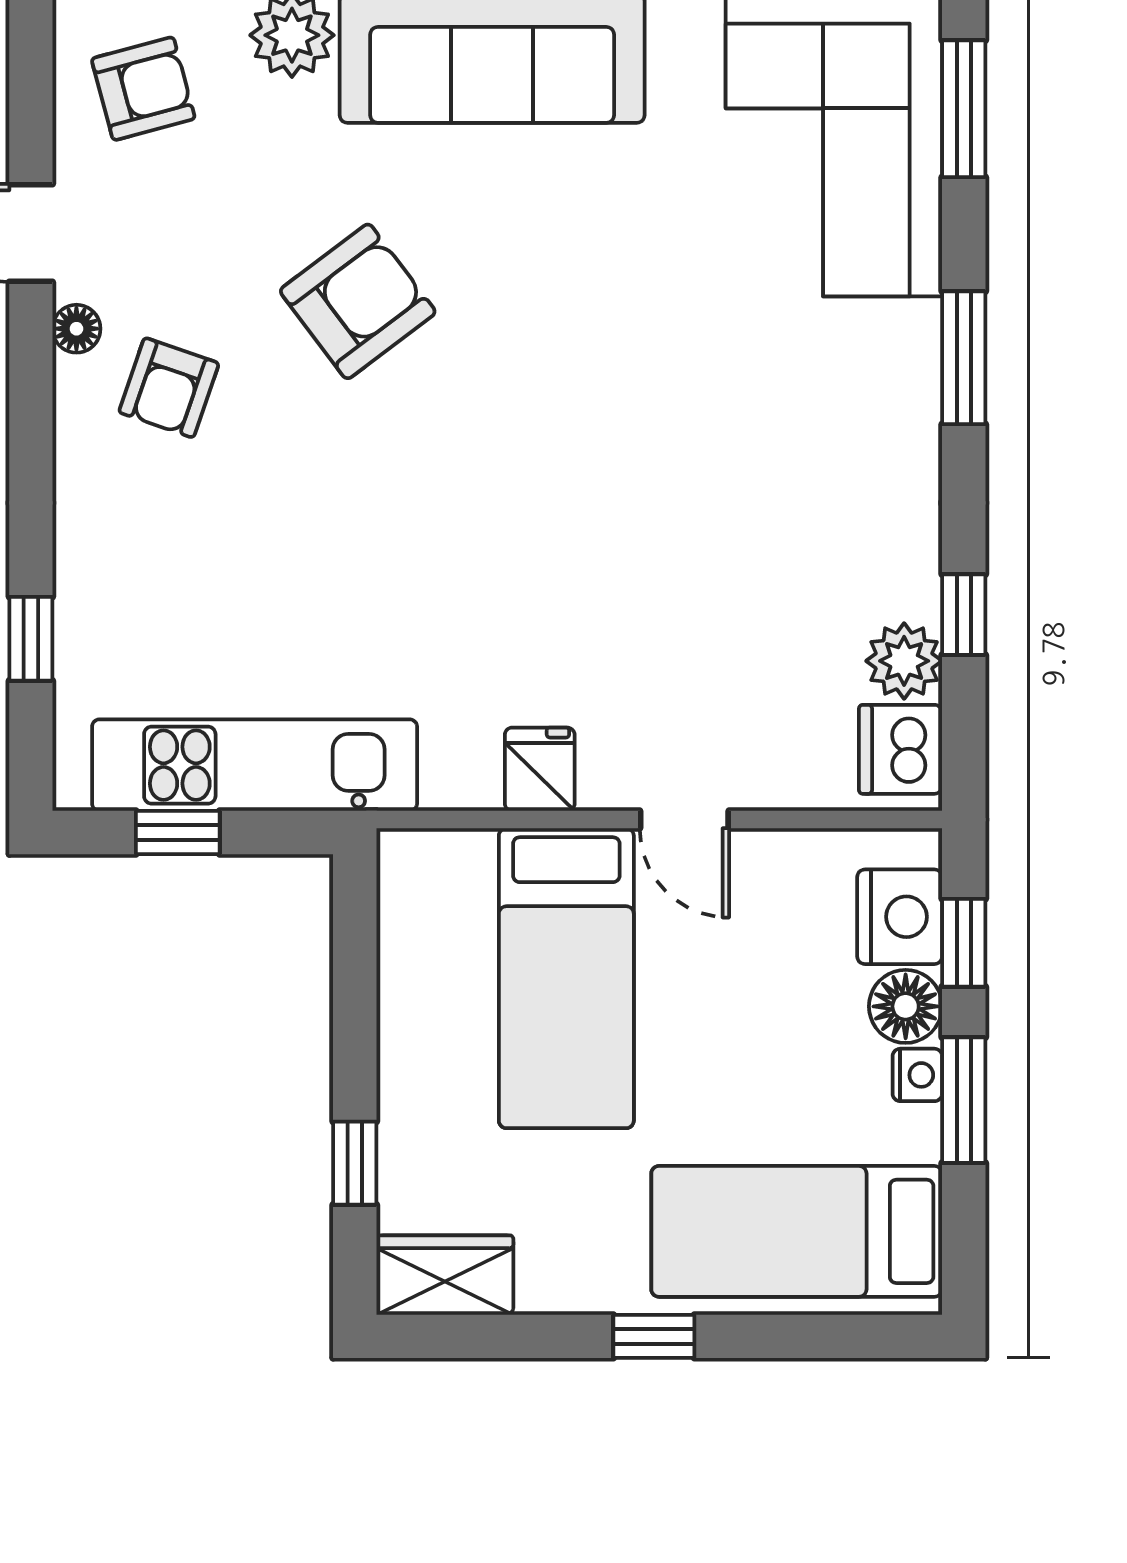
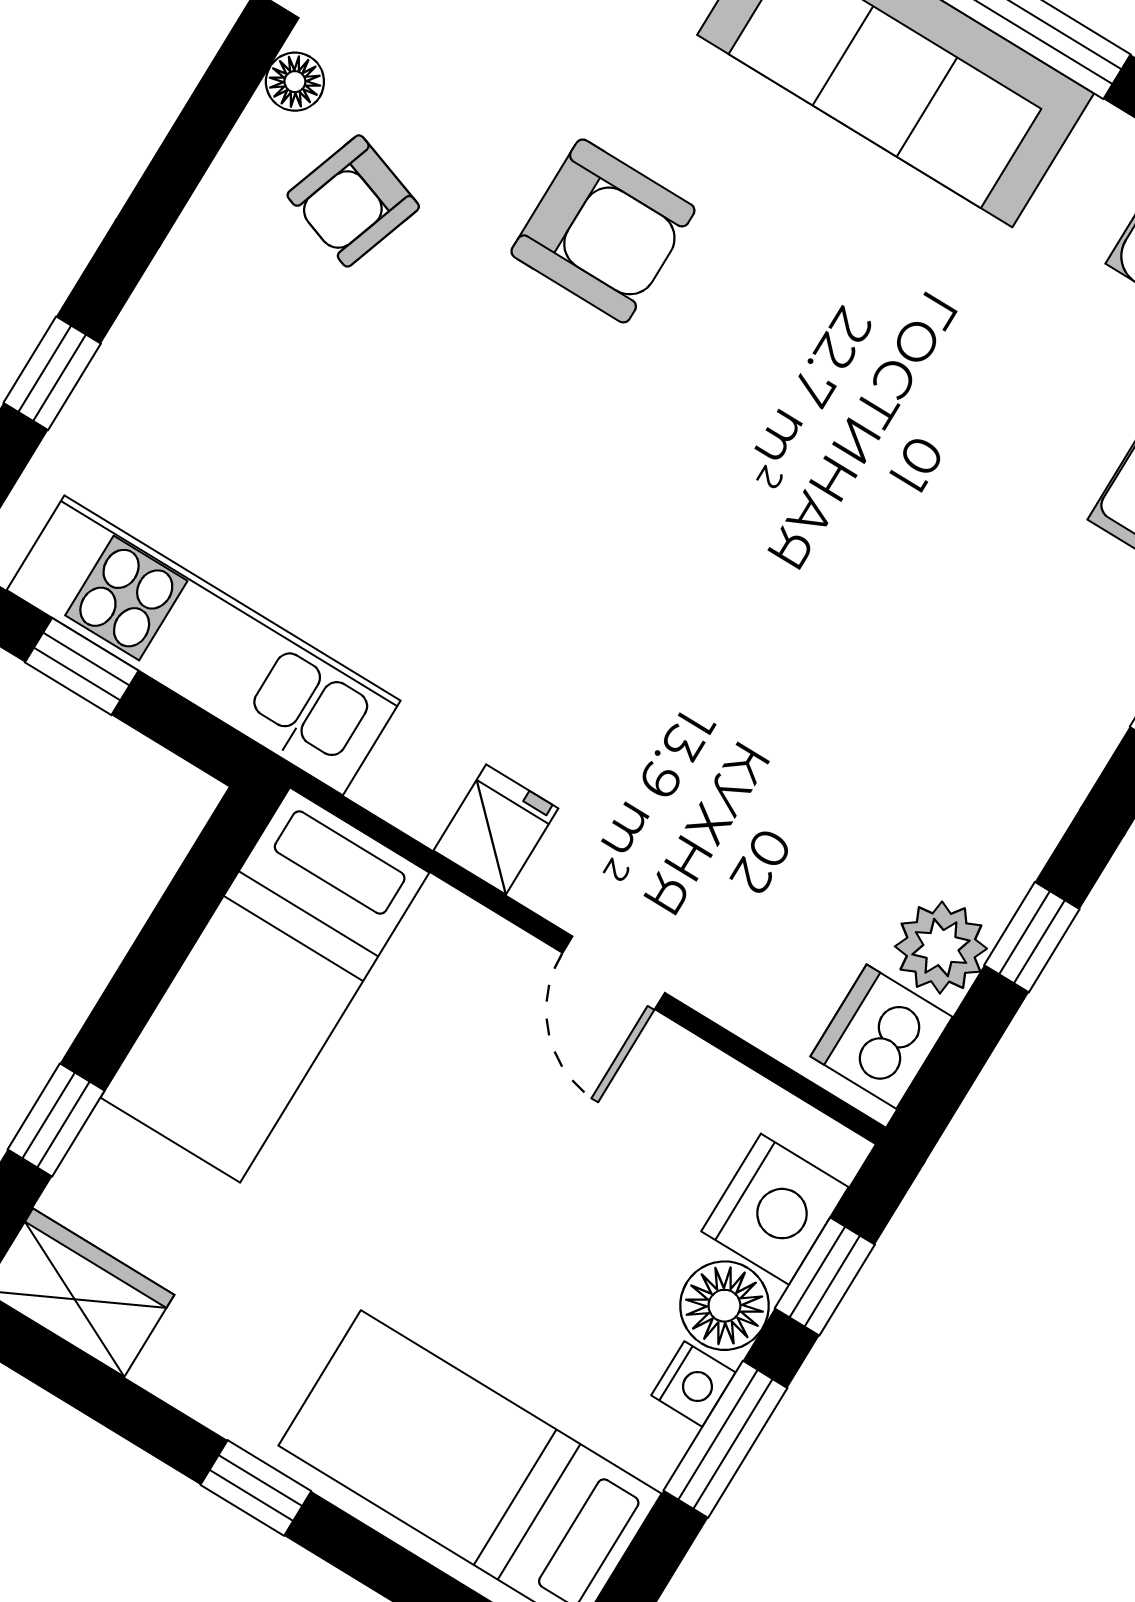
armchair: (358, 301) -> (603, 231), turned 37
bed: (566, 978) -> (265, 985), moved

